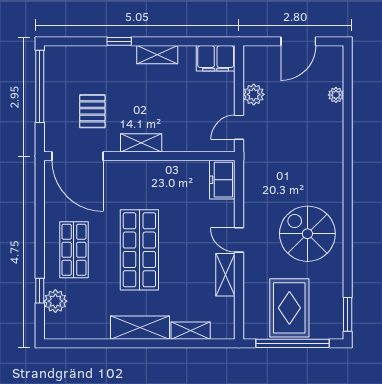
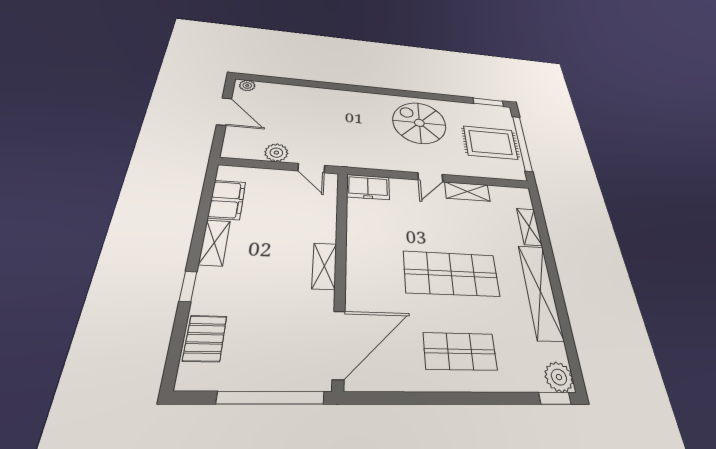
filing cabinet: (216, 58) -> (227, 200), moved
window: (40, 86) -> (271, 398), moved
plant: (336, 95) -> (247, 85), moved
pallet: (92, 111) -> (205, 338), moved, turned 90
spiral stairs: (307, 234) -> (419, 123), turned 90
window: (40, 291) -> (555, 398), moved
plant: (55, 301) -> (559, 377), moved
shelving: (140, 328) -> (540, 291), width x1.47

